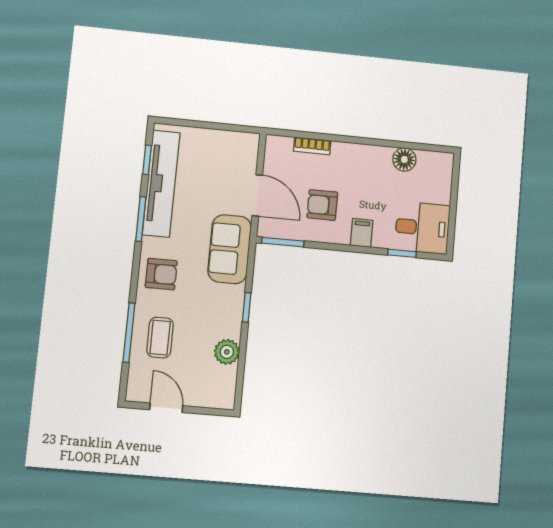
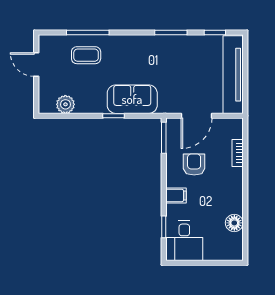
tv unit: (161, 184) -> (233, 75), moved, turned 90
sofa: (230, 249) -> (132, 99), moved
armchair: (161, 274) -> (132, 51), removed
plant: (227, 352) -> (65, 104), moved
door: (166, 408) -> (36, 65), swing flipped

